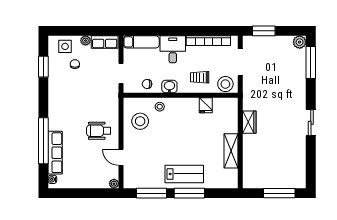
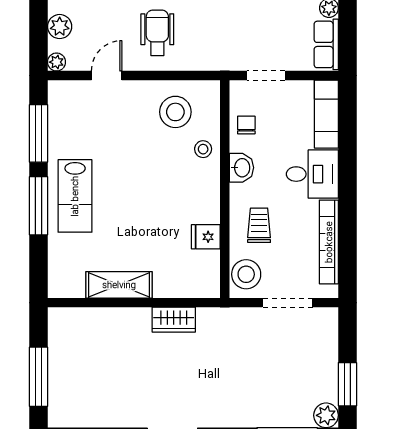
window: (264, 31) -> (347, 384), moved
plant: (95, 182) -> (60, 27), added

